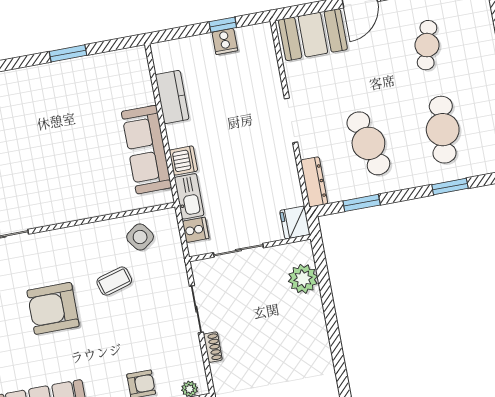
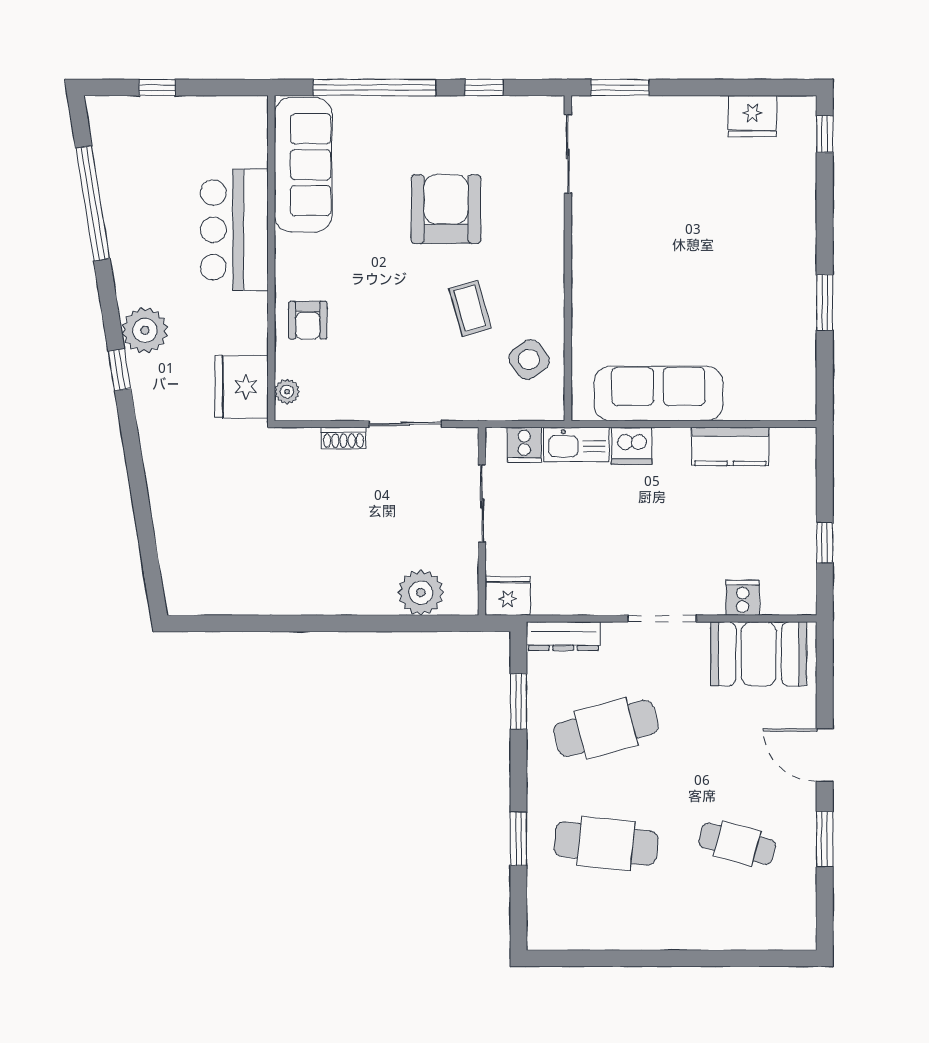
booth: (313, 35) -> (759, 654), moved, turned 90
cooker: (225, 41) -> (743, 598), moved, turned 90

